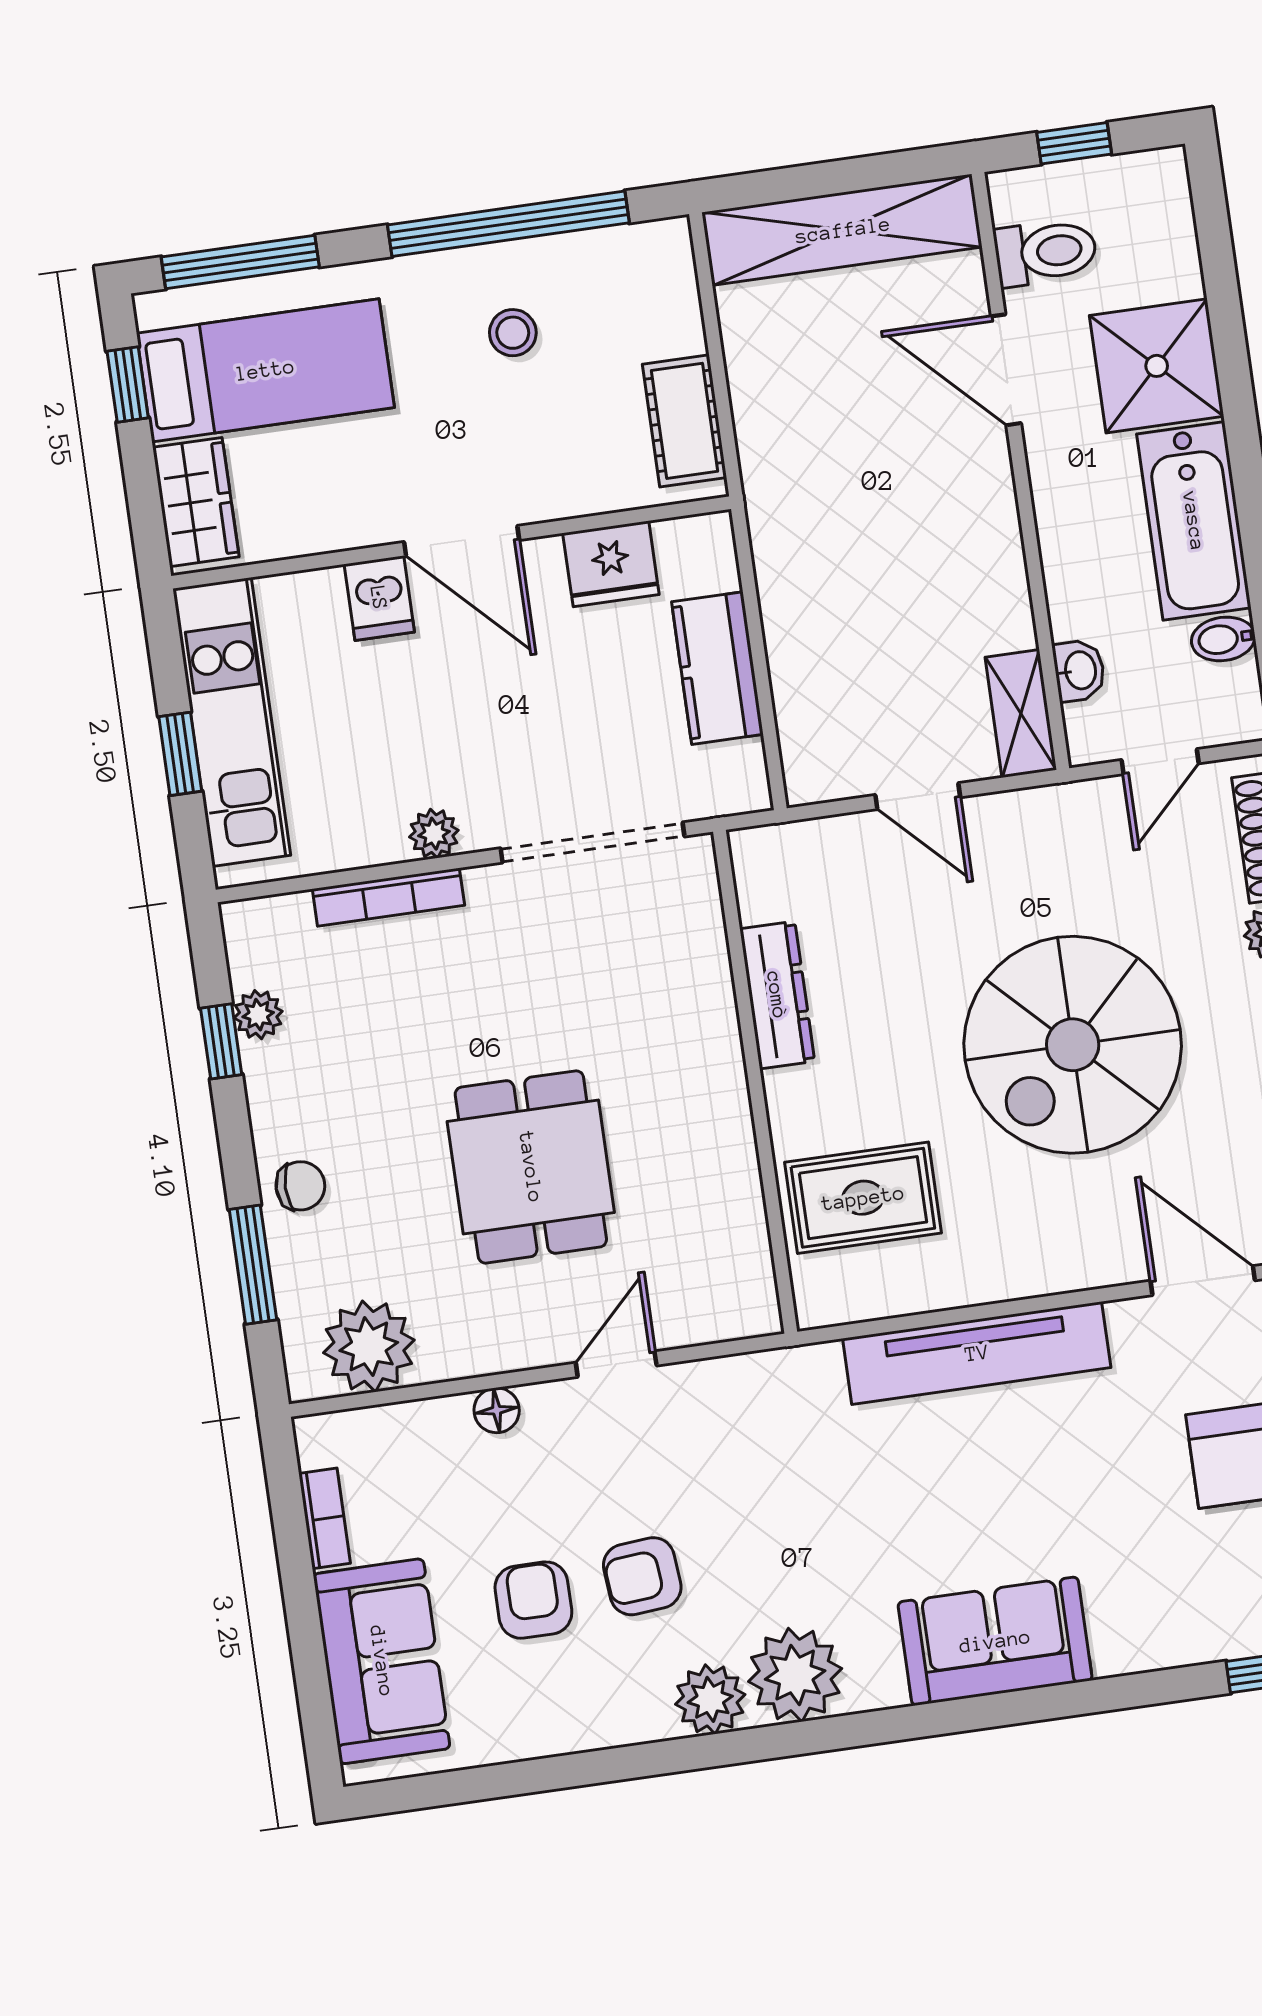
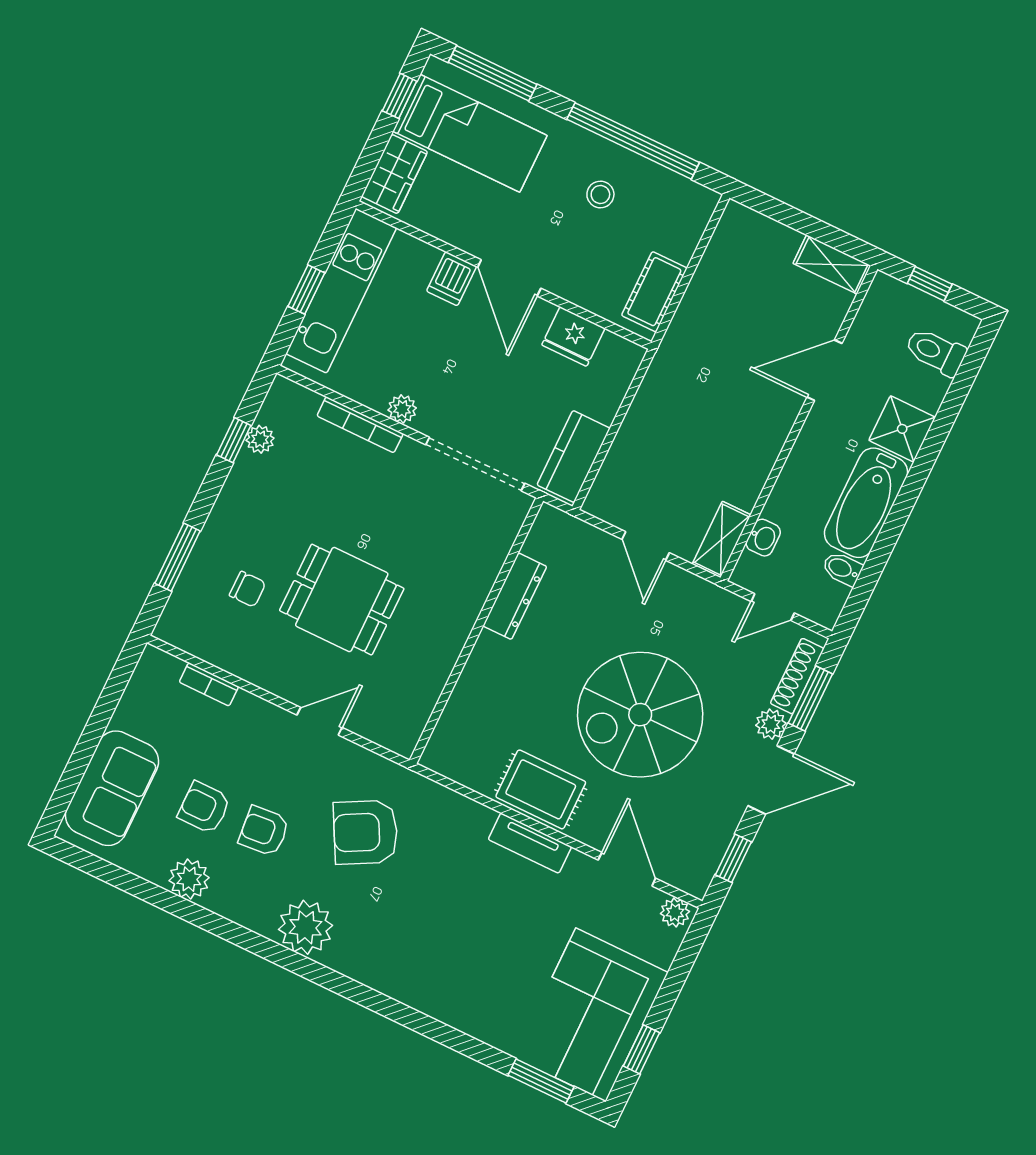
shelving: (843, 230) -> (832, 264), width x0.45, depth x0.75
toilet: (1046, 252) -> (936, 352), moved, turned 180
shower: (1157, 366) -> (902, 429), width x0.73, depth x0.73
door: (1006, 370) -> (825, 370), hinge flipped
kitchen counter: (717, 668) -> (574, 457), moved
dining table: (531, 1167) -> (342, 600), turned 90
chair: (300, 1186) -> (248, 589), moved
rug: (863, 1198) -> (541, 789), moved
plant: (369, 1346) -> (207, 633), removed
tv unit: (977, 1353) -> (530, 843), width x0.52, depth x0.78
floor lamp: (497, 1410) -> (247, 705), removed
armchair: (790, 1480) -> (365, 832), added
bookcase: (325, 1518) -> (209, 684), moved, turned 90
armchair: (533, 1600) -> (204, 808), turned -90
sofa: (995, 1641) -> (412, 975), removed
plant: (710, 1699) -> (189, 879), moved

